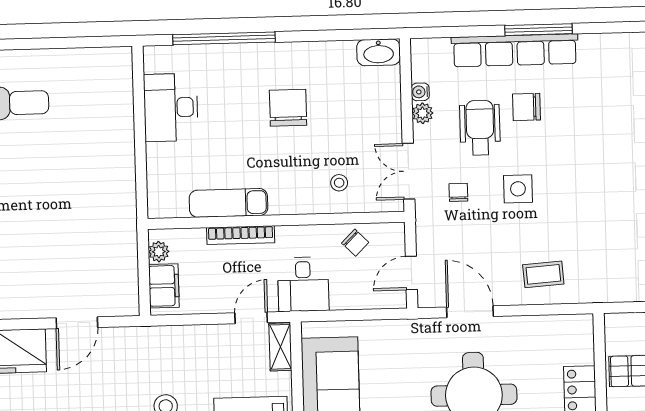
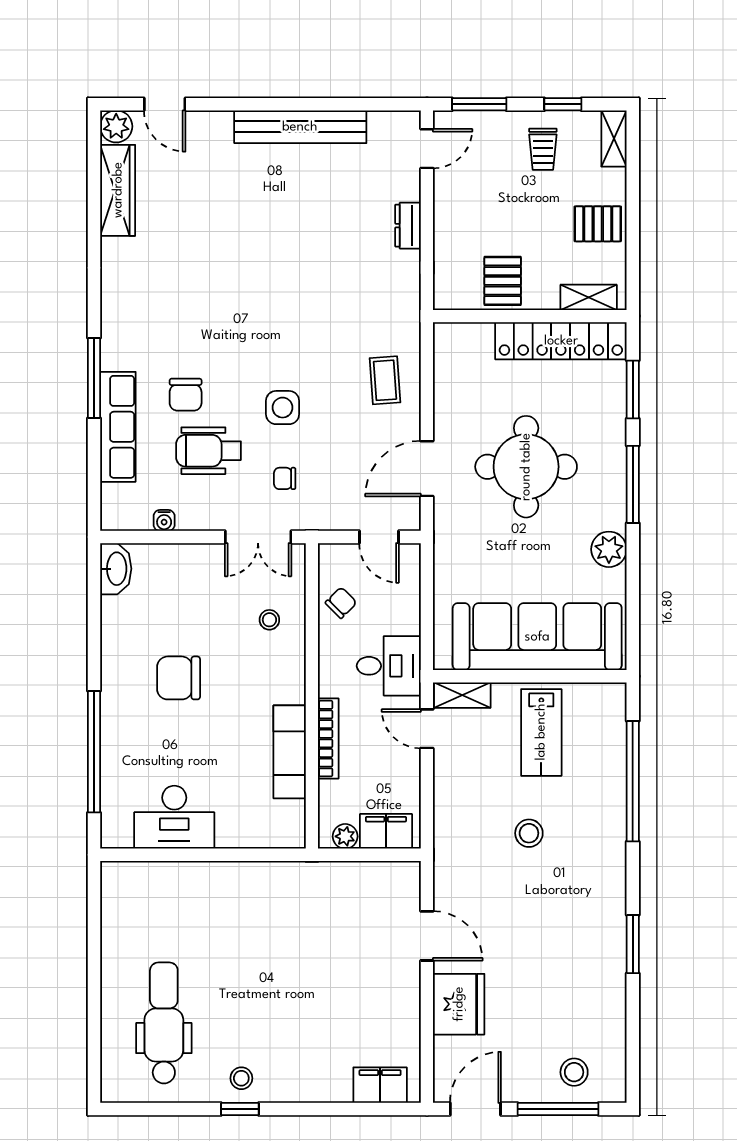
row of seats: (515, 50) -> (118, 427), width x0.73
plant: (423, 113) -> (190, 518), removed

